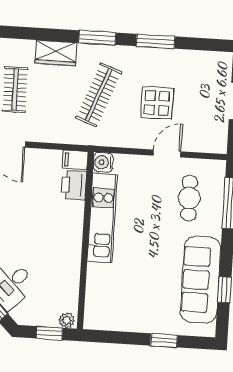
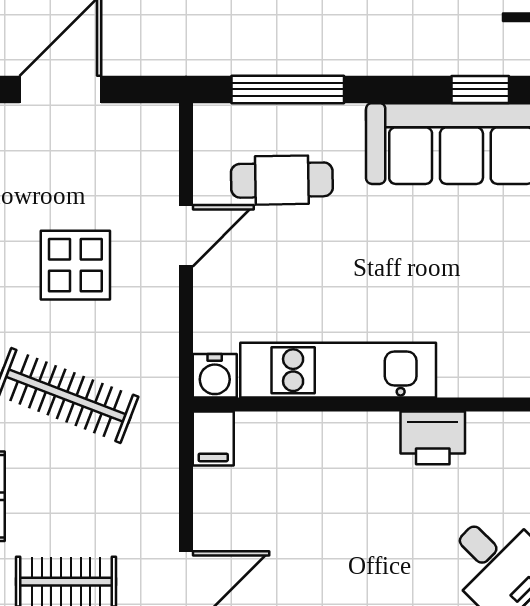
door: (167, 153) -> (186, 236), swing flipped
printer: (74, 185) -> (433, 438), moved

